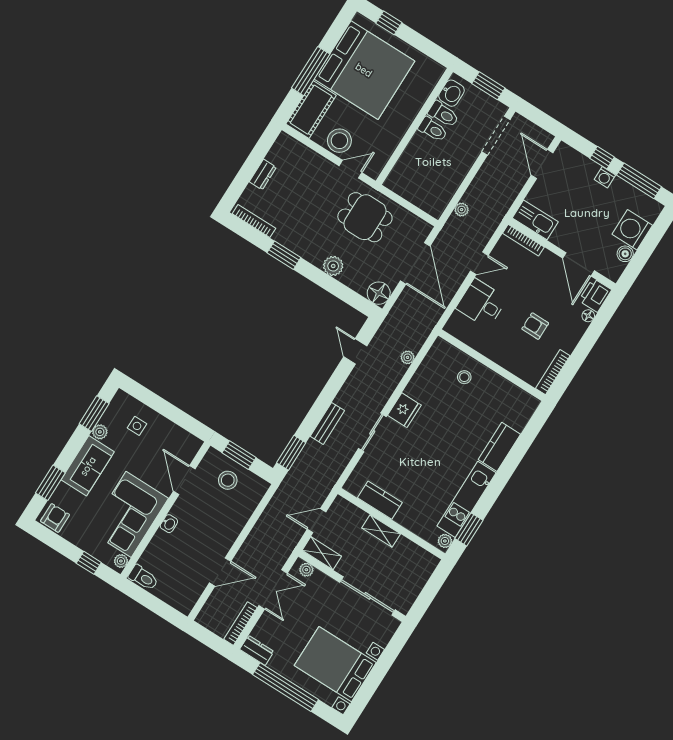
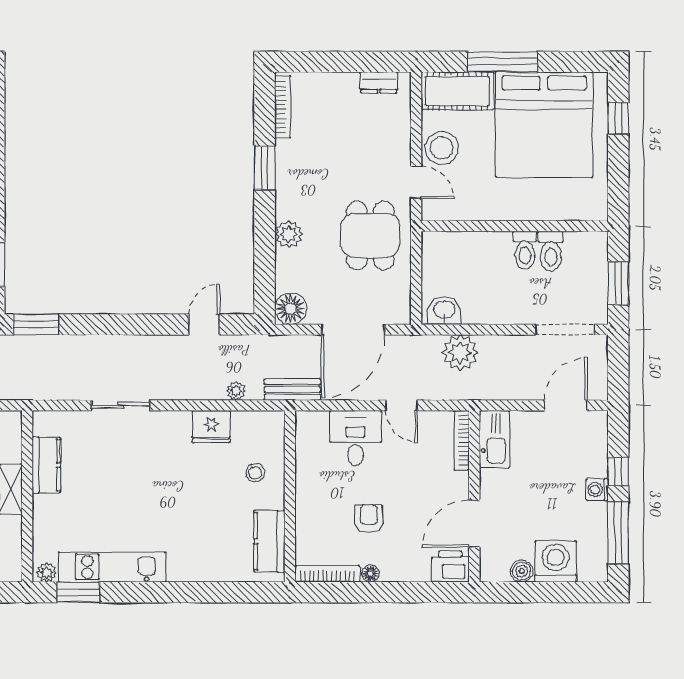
washbasin: (452, 93) -> (445, 310), moved, turned 180
dresser: (263, 175) -> (379, 83), moved
plant: (462, 210) -> (460, 353), width x1.87, depth x1.87
floor lamp: (588, 316) -> (371, 574), moved
fridge: (404, 410) -> (211, 427), moved
bench: (327, 423) -> (293, 390), moved
kitchen counter: (499, 447) -> (269, 541), moved, turned -90

